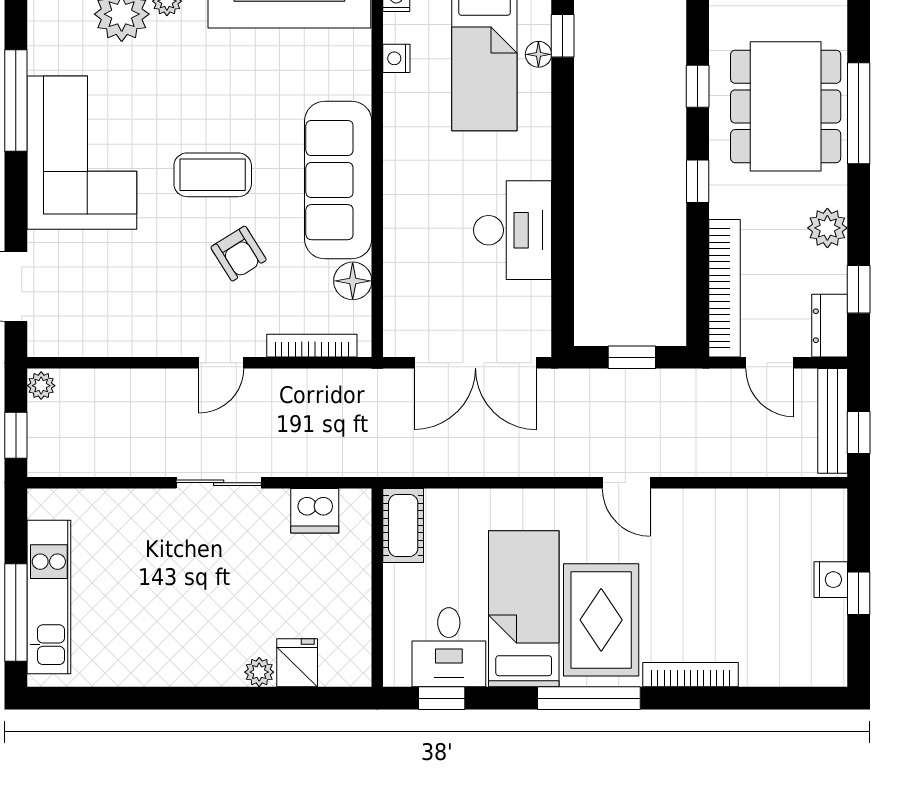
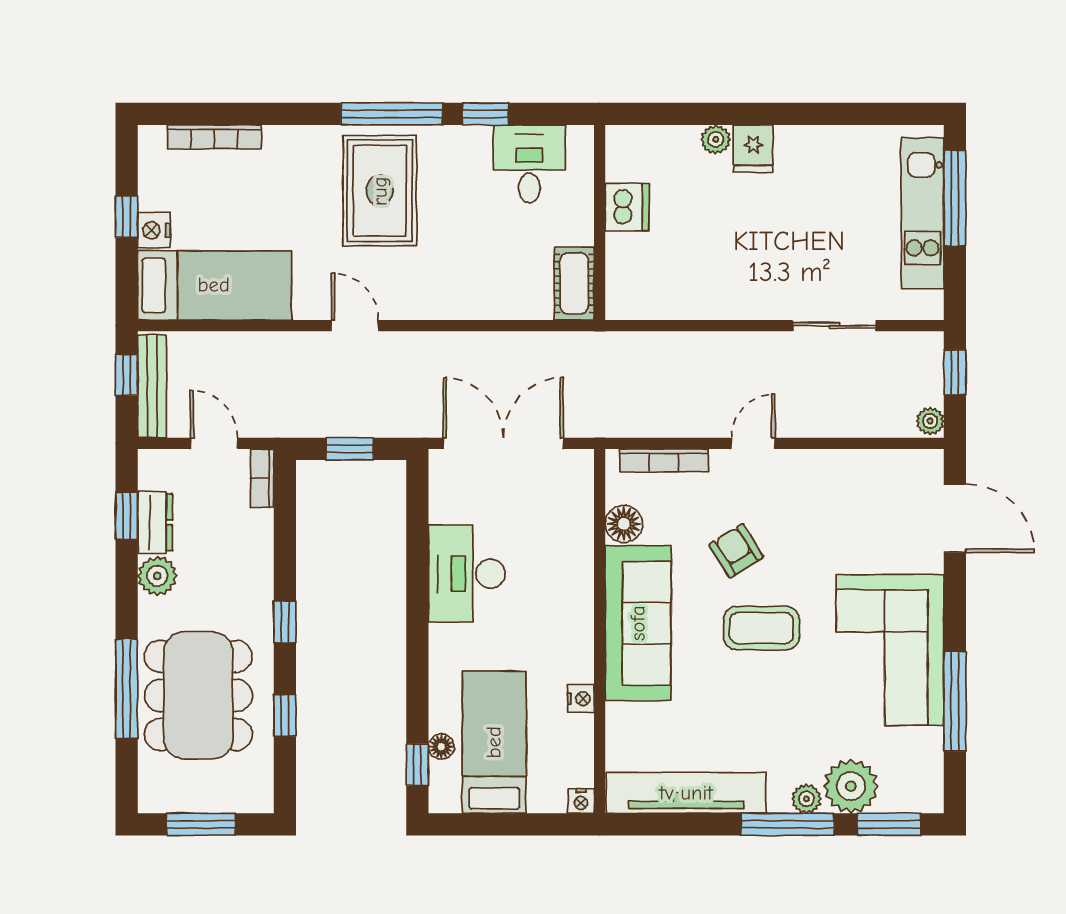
nightstand: (396, 58) -> (581, 699), moved
bookcase: (724, 288) -> (262, 478), width x0.43, depth x0.76
dresser: (830, 326) -> (155, 522), moved
sliding door: (219, 483) -> (834, 326), moved
dishwasher: (315, 511) -> (627, 207), moved, turned 90
bed: (524, 609) -> (214, 285), moved, turned -90
fridge: (297, 663) -> (753, 149), moved
bookcase: (691, 675) -> (214, 137), moved
window: (442, 698) -> (486, 114), moved

